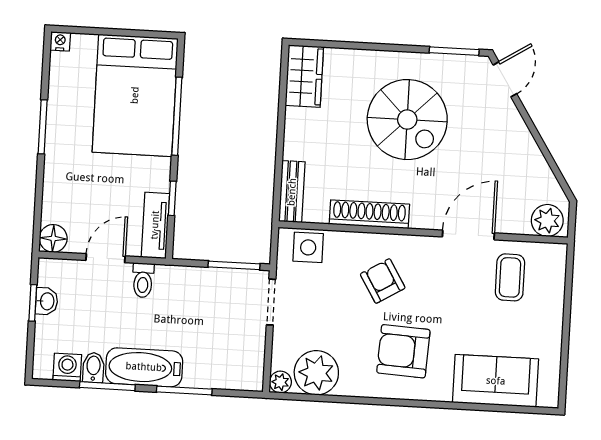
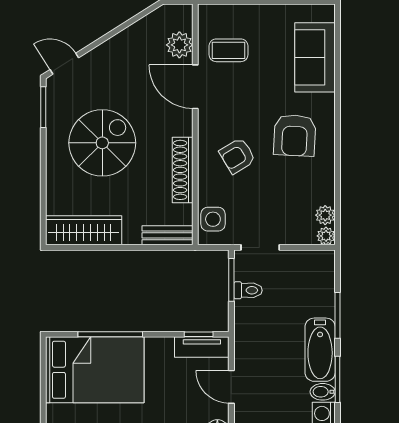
wardrobe: (304, 76) -> (84, 230), width x1.50
window: (172, 198) -> (199, 334), moved
plant: (547, 220) -> (179, 45), moved
toilet: (143, 280) -> (248, 290), moved
plant: (316, 373) -> (325, 215), width x0.53, depth x0.53

